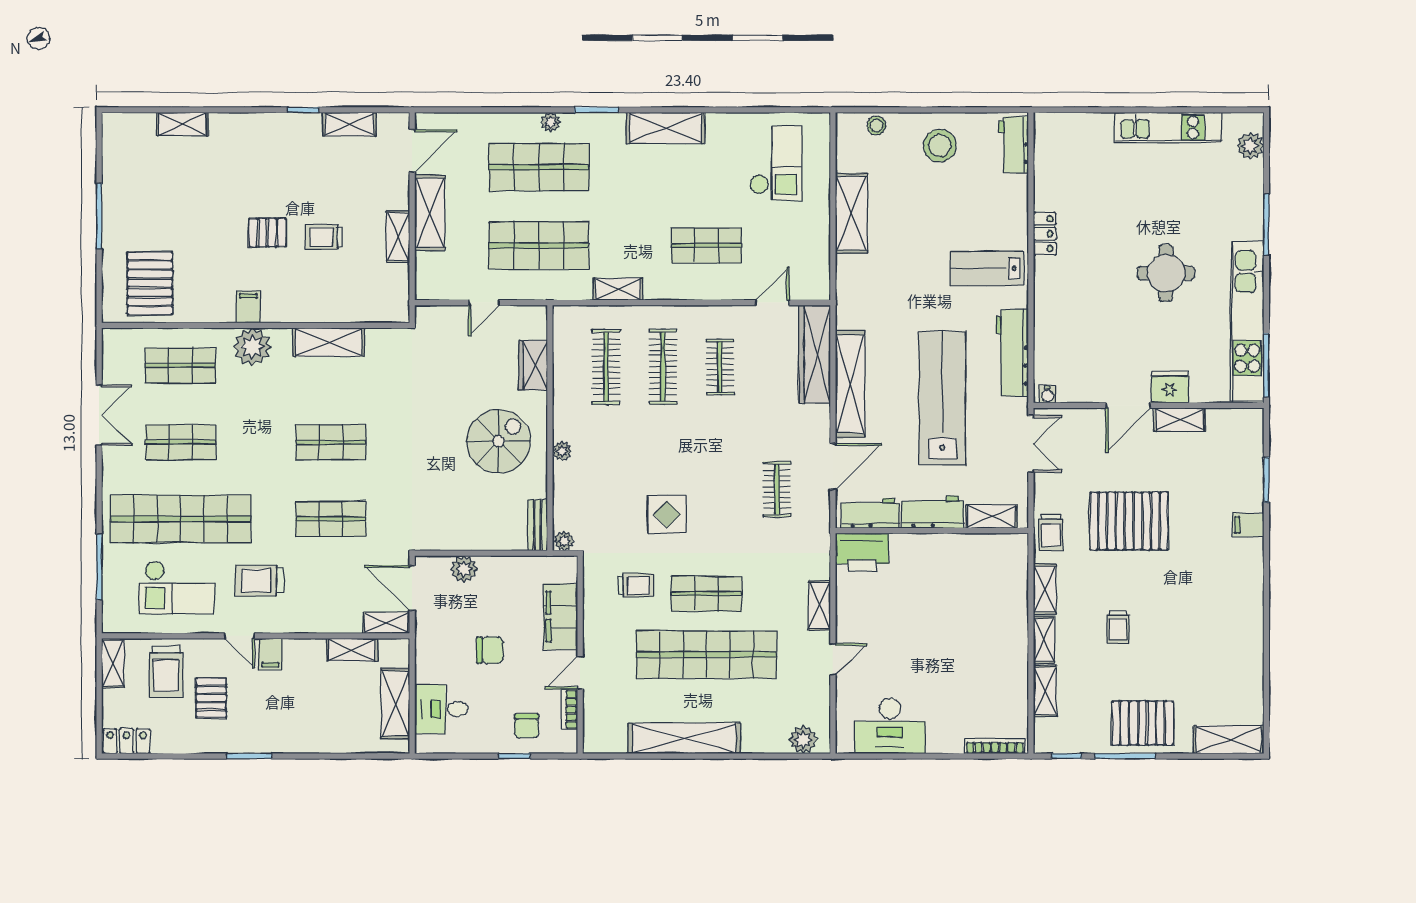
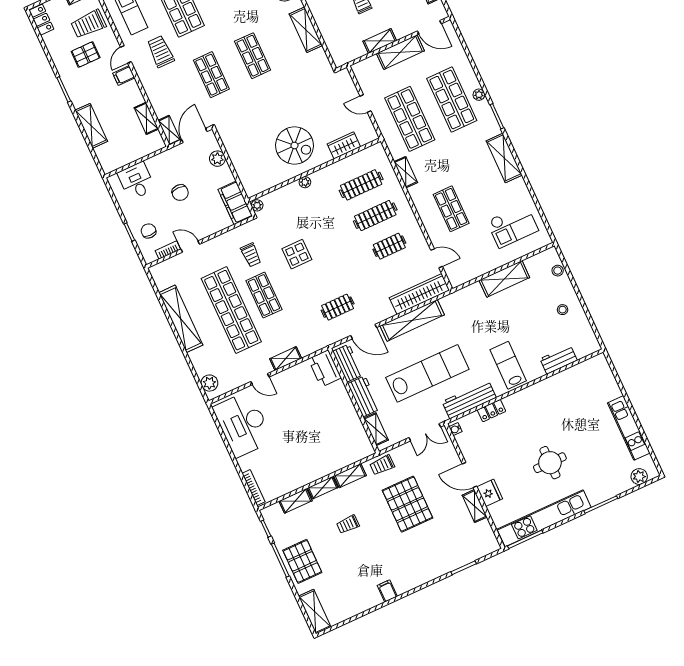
workbench: (1014, 145) -> (559, 360), moved
stool: (940, 146) -> (563, 310), width x0.53, depth x0.53
locker: (1045, 234) -> (491, 411), moved
bench: (538, 525) -> (259, 187), removed
filing cabinet: (1248, 525) -> (387, 591), moved
filing cabinet: (560, 617) -> (235, 203), moved, turned -90
shelving: (396, 704) -> (91, 126), moved, turned 90
chair: (527, 726) -> (149, 231), turned 90
desk: (890, 726) -> (243, 424), width x1.36, depth x1.30

